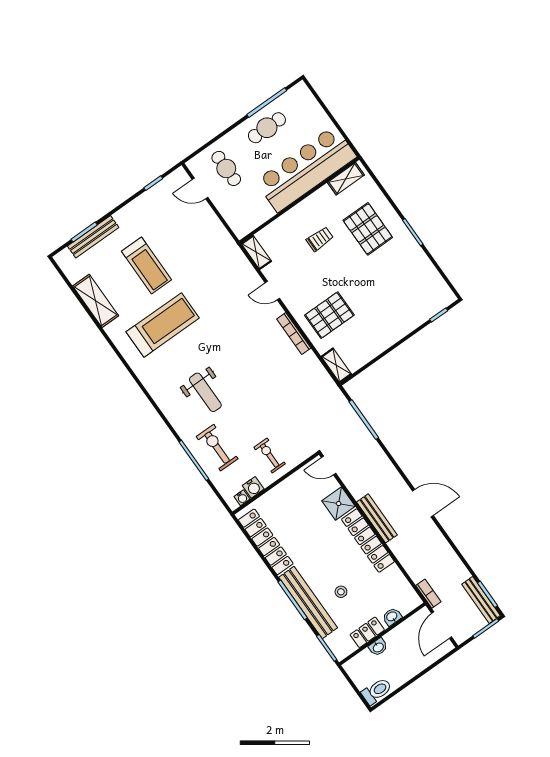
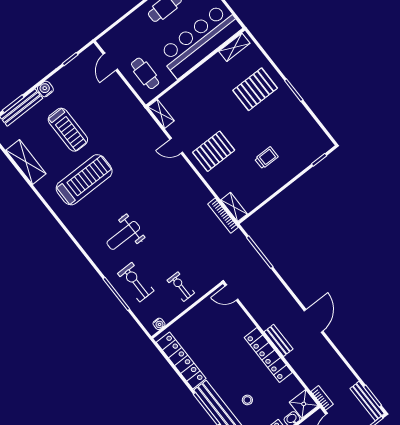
cafe table: (226, 168) -> (145, 73), moved
door: (200, 188) -> (110, 62), hinge flipped
pallet: (368, 229) -> (255, 89), turned 90
trolley: (320, 239) -> (266, 158), moved
pallet: (329, 315) -> (214, 151), moved
bookcase: (294, 334) -> (223, 216), moved
weight bench: (205, 392) -> (123, 235), turned 90
water cooler: (253, 487) -> (45, 89), moved, turned 180
door: (423, 503) -> (314, 321), hinge flipped
shower: (339, 504) -> (304, 404), moved
bench: (377, 518) -> (279, 340), width x0.73

